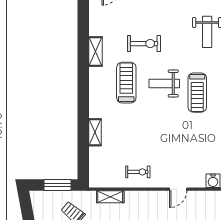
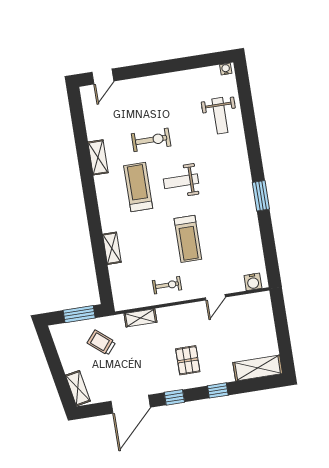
treadmill: (197, 93) -> (188, 239), moved

